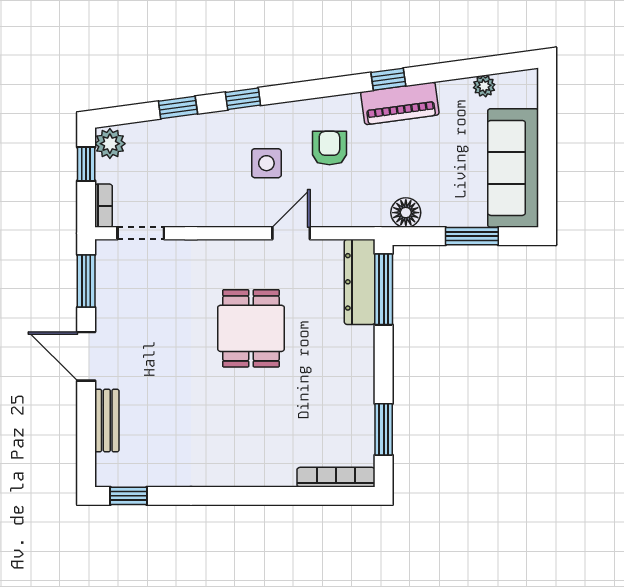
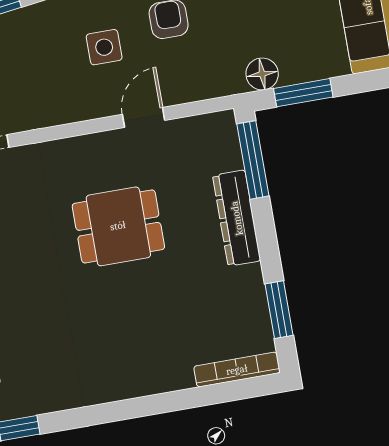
window: (472, 236) -> (303, 93), moved
dresser: (360, 282) -> (237, 218), moved
dining table: (251, 328) -> (118, 226), turned 90

